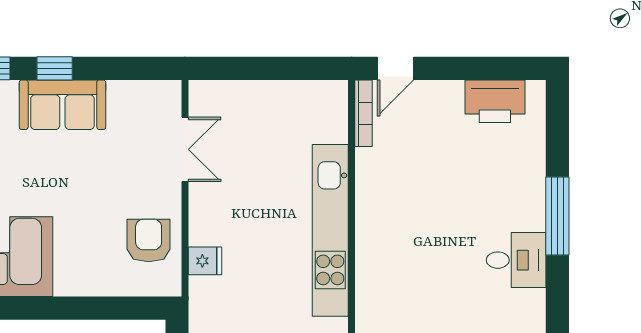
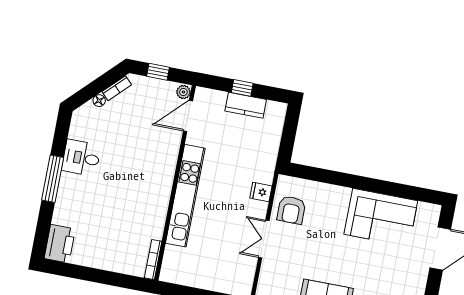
door: (395, 68) -> (130, 282), removed
printer: (495, 101) -> (60, 244), moved, turned 90
double door: (185, 149) -> (264, 239), moved

